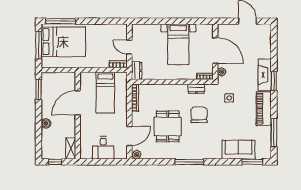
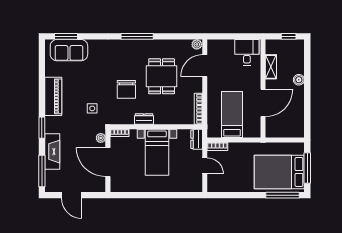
bed with nightstands: (178, 44) -> (157, 152), moved, turned 180
fireplace: (265, 75) -> (52, 152), moved
window: (39, 89) -> (307, 118), removed
dresser: (196, 89) -> (144, 119), moved
window: (274, 133) -> (42, 171), moved
shelving: (71, 148) -> (271, 67), moved
desk: (103, 148) -> (247, 52), moved
sofa: (239, 150) -> (69, 50), moved

